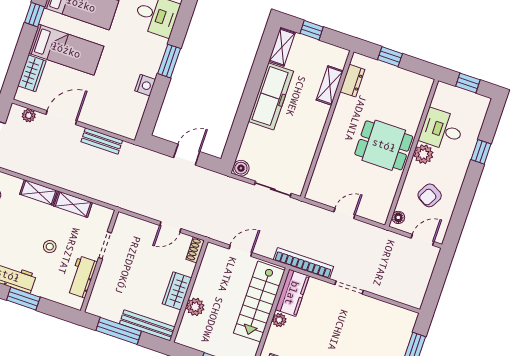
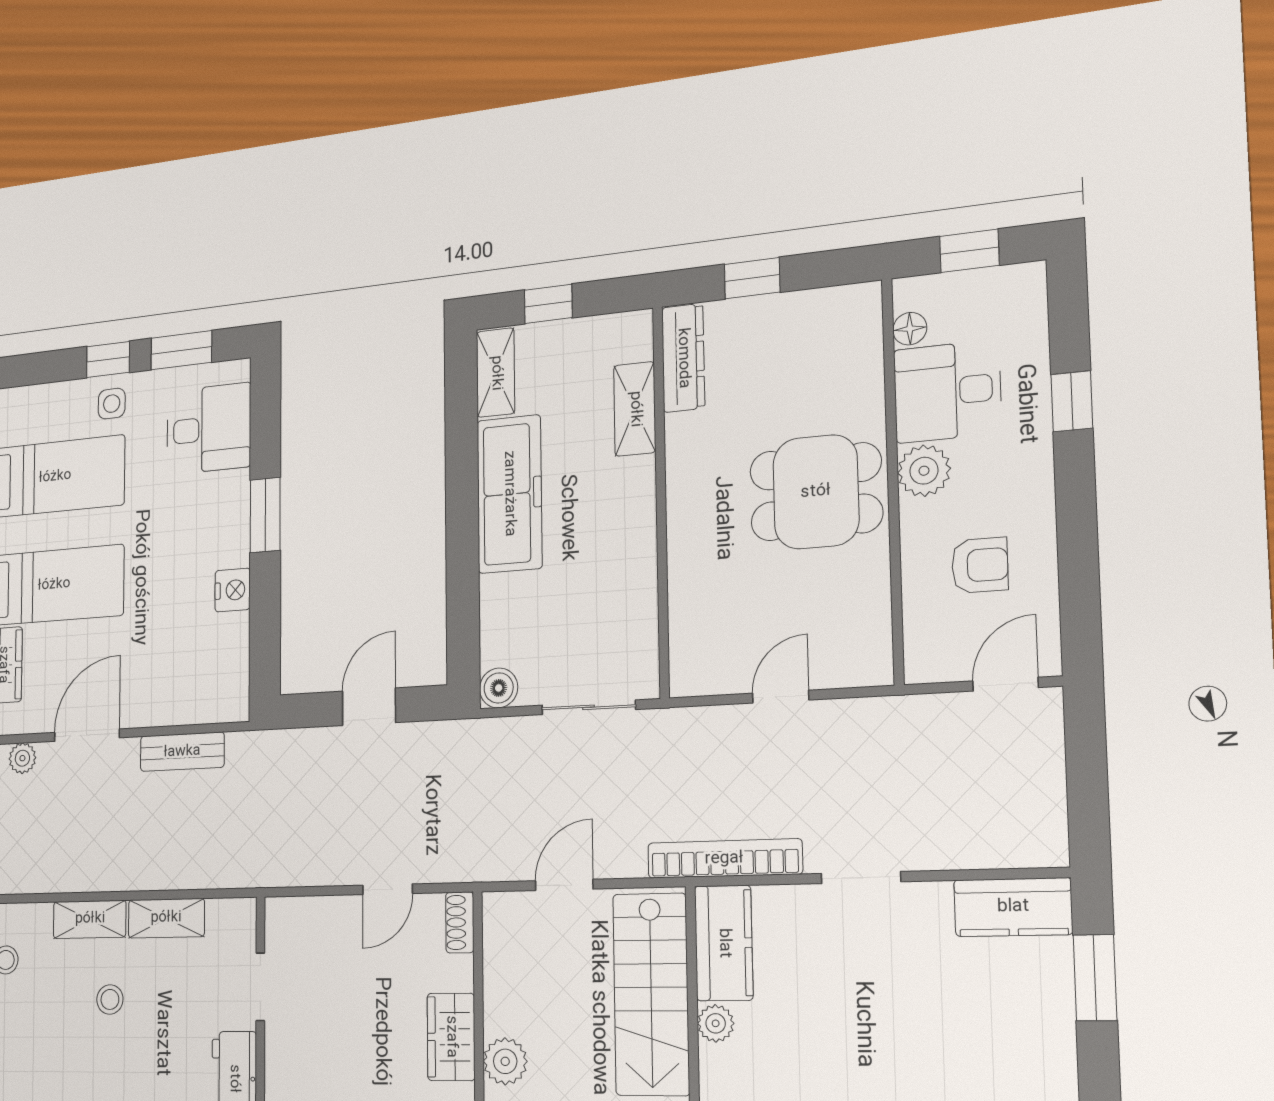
dresser: (352, 81) -> (683, 358), width x1.44
armchair: (430, 195) -> (980, 565), turned -119
floor lamp: (398, 217) -> (910, 329), moved
stool: (50, 247) -> (110, 999), moved
kitchen counter: (397, 316) -> (1013, 907), added

